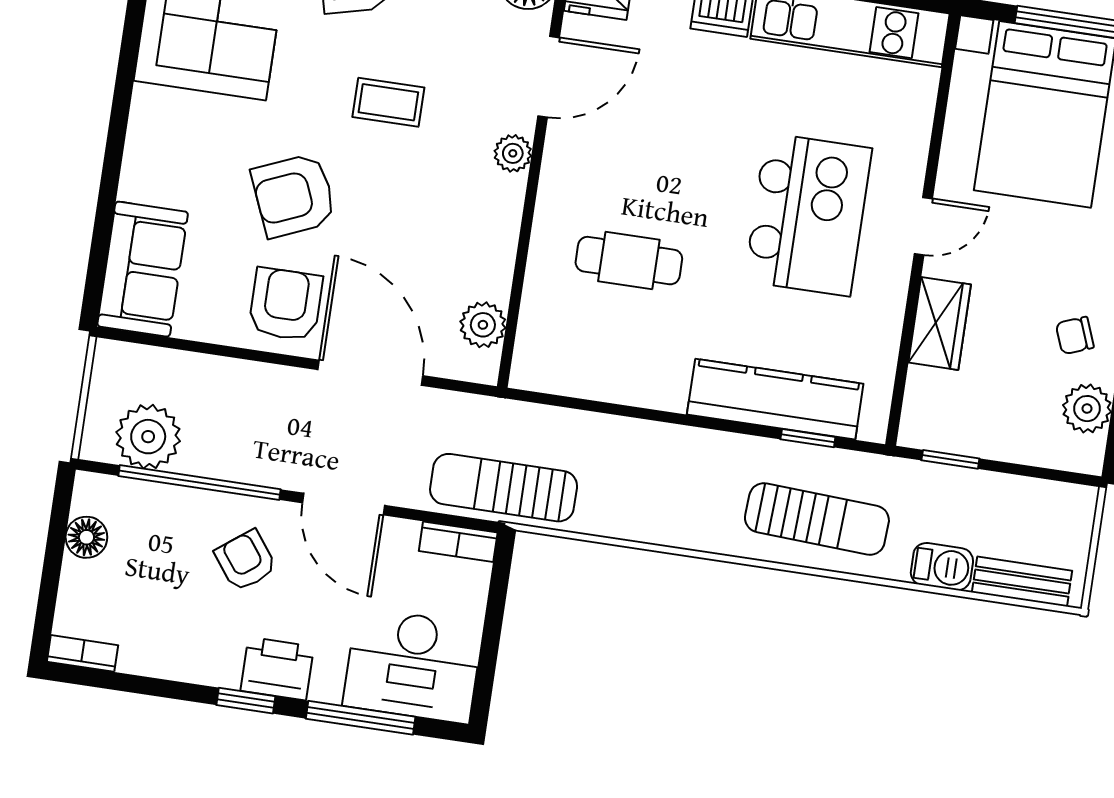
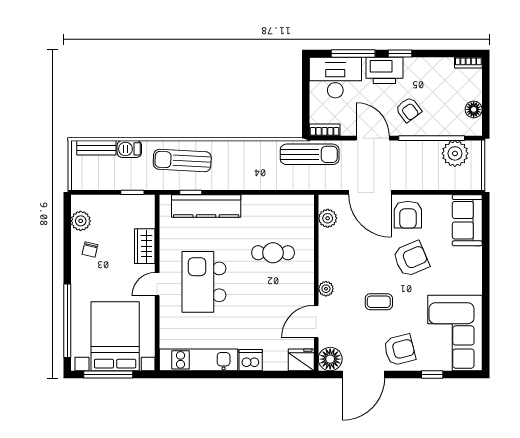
chair: (1075, 335) -> (90, 249), turned 124
printer: (277, 669) -> (384, 70), width x1.37, depth x1.19

